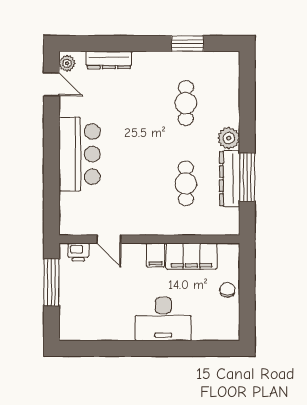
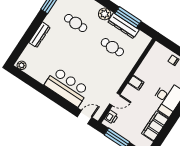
dresser: (109, 60) -> (39, 35), moved
door: (51, 84) -> (85, 117), moved
filing cabinet: (191, 256) -> (155, 126), moved, turned 180

